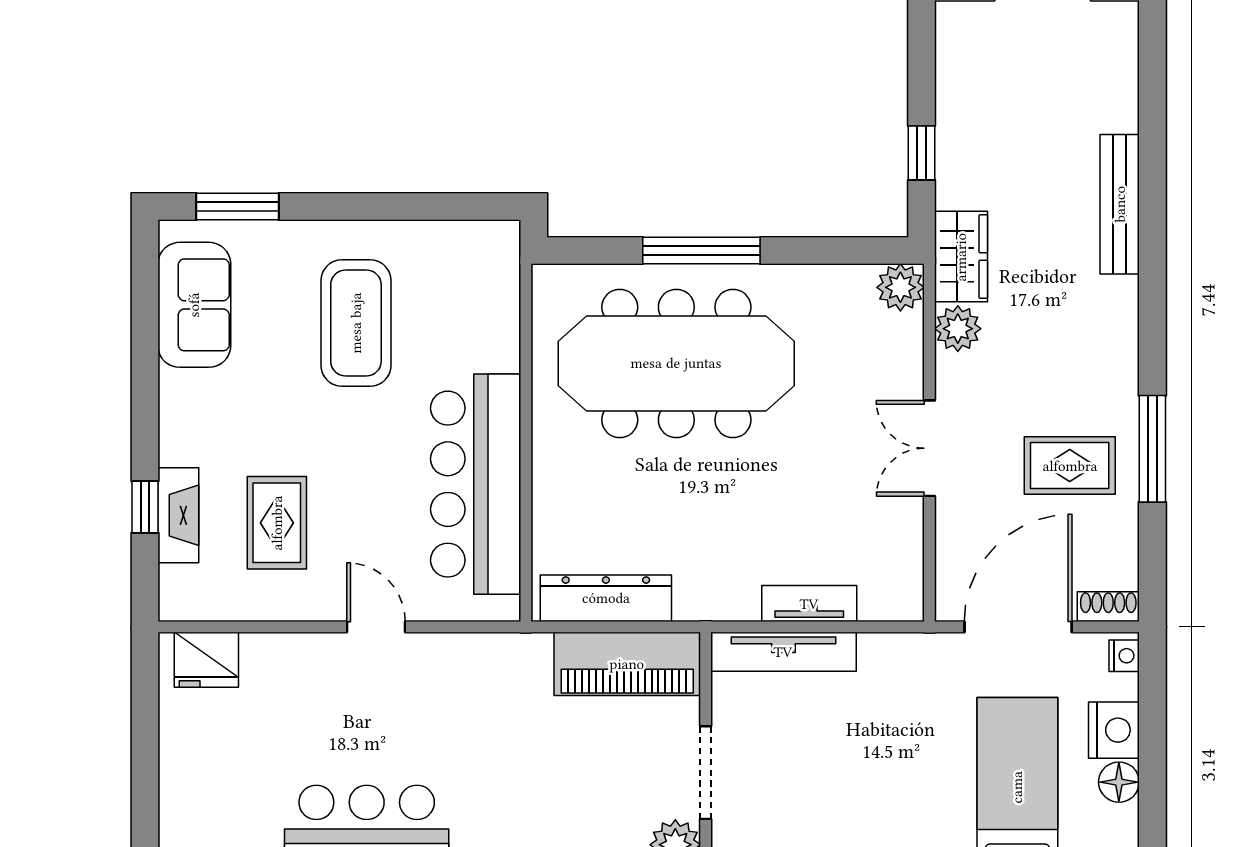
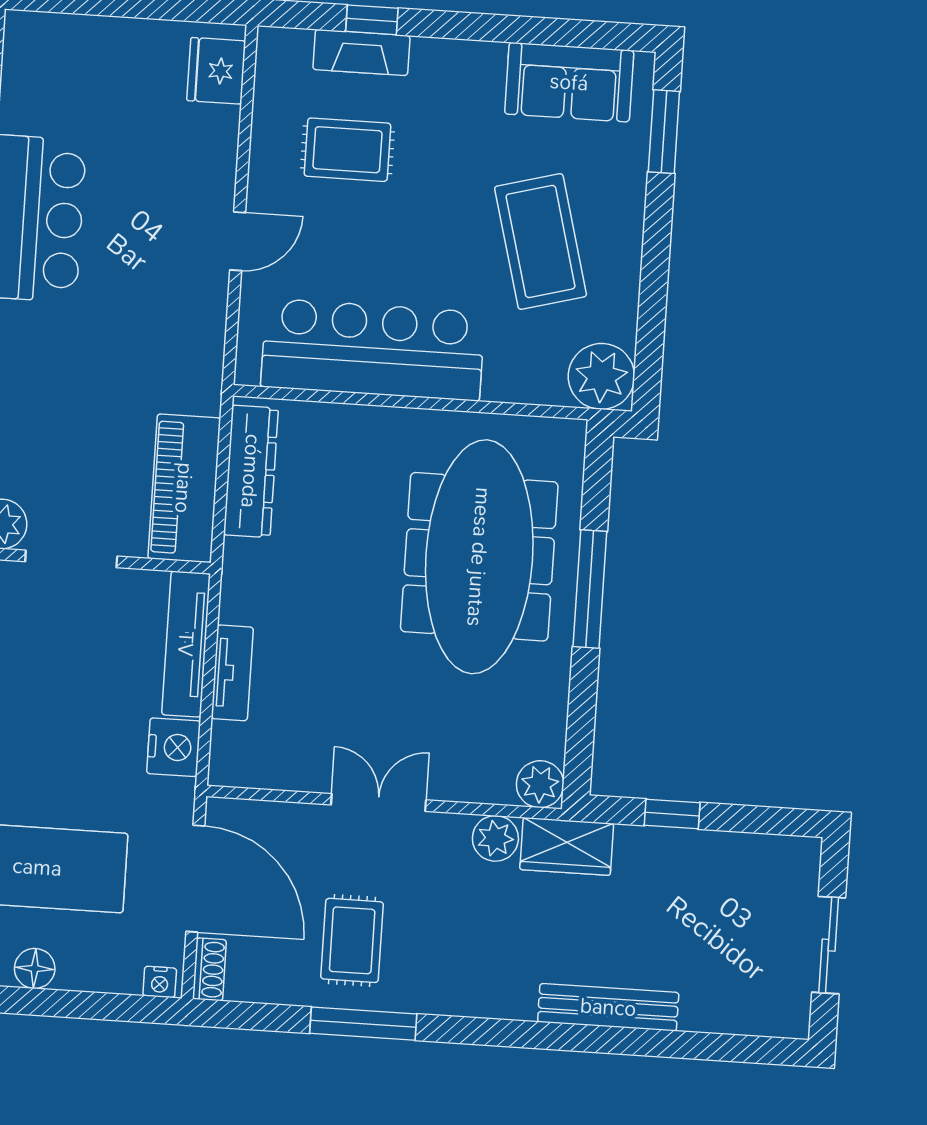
plant: (487, 253) -> (601, 376), added
coffee table: (356, 323) -> (541, 241), turned 75
nightstand: (1114, 730) -> (174, 747), moved, turned -90

